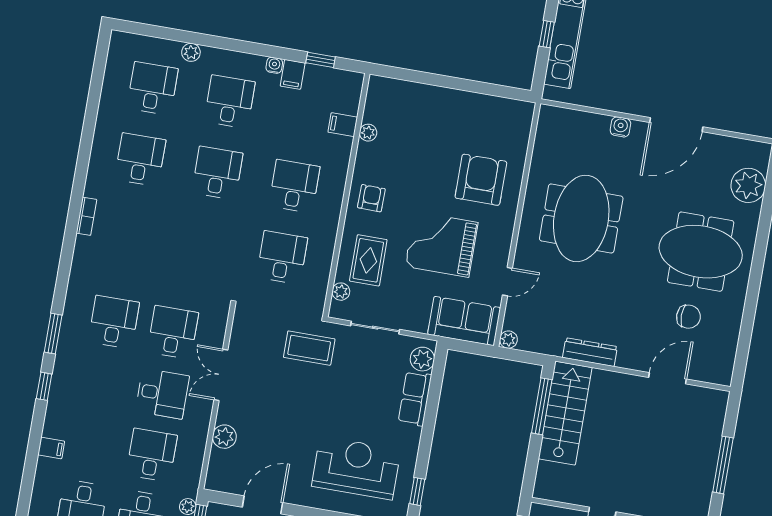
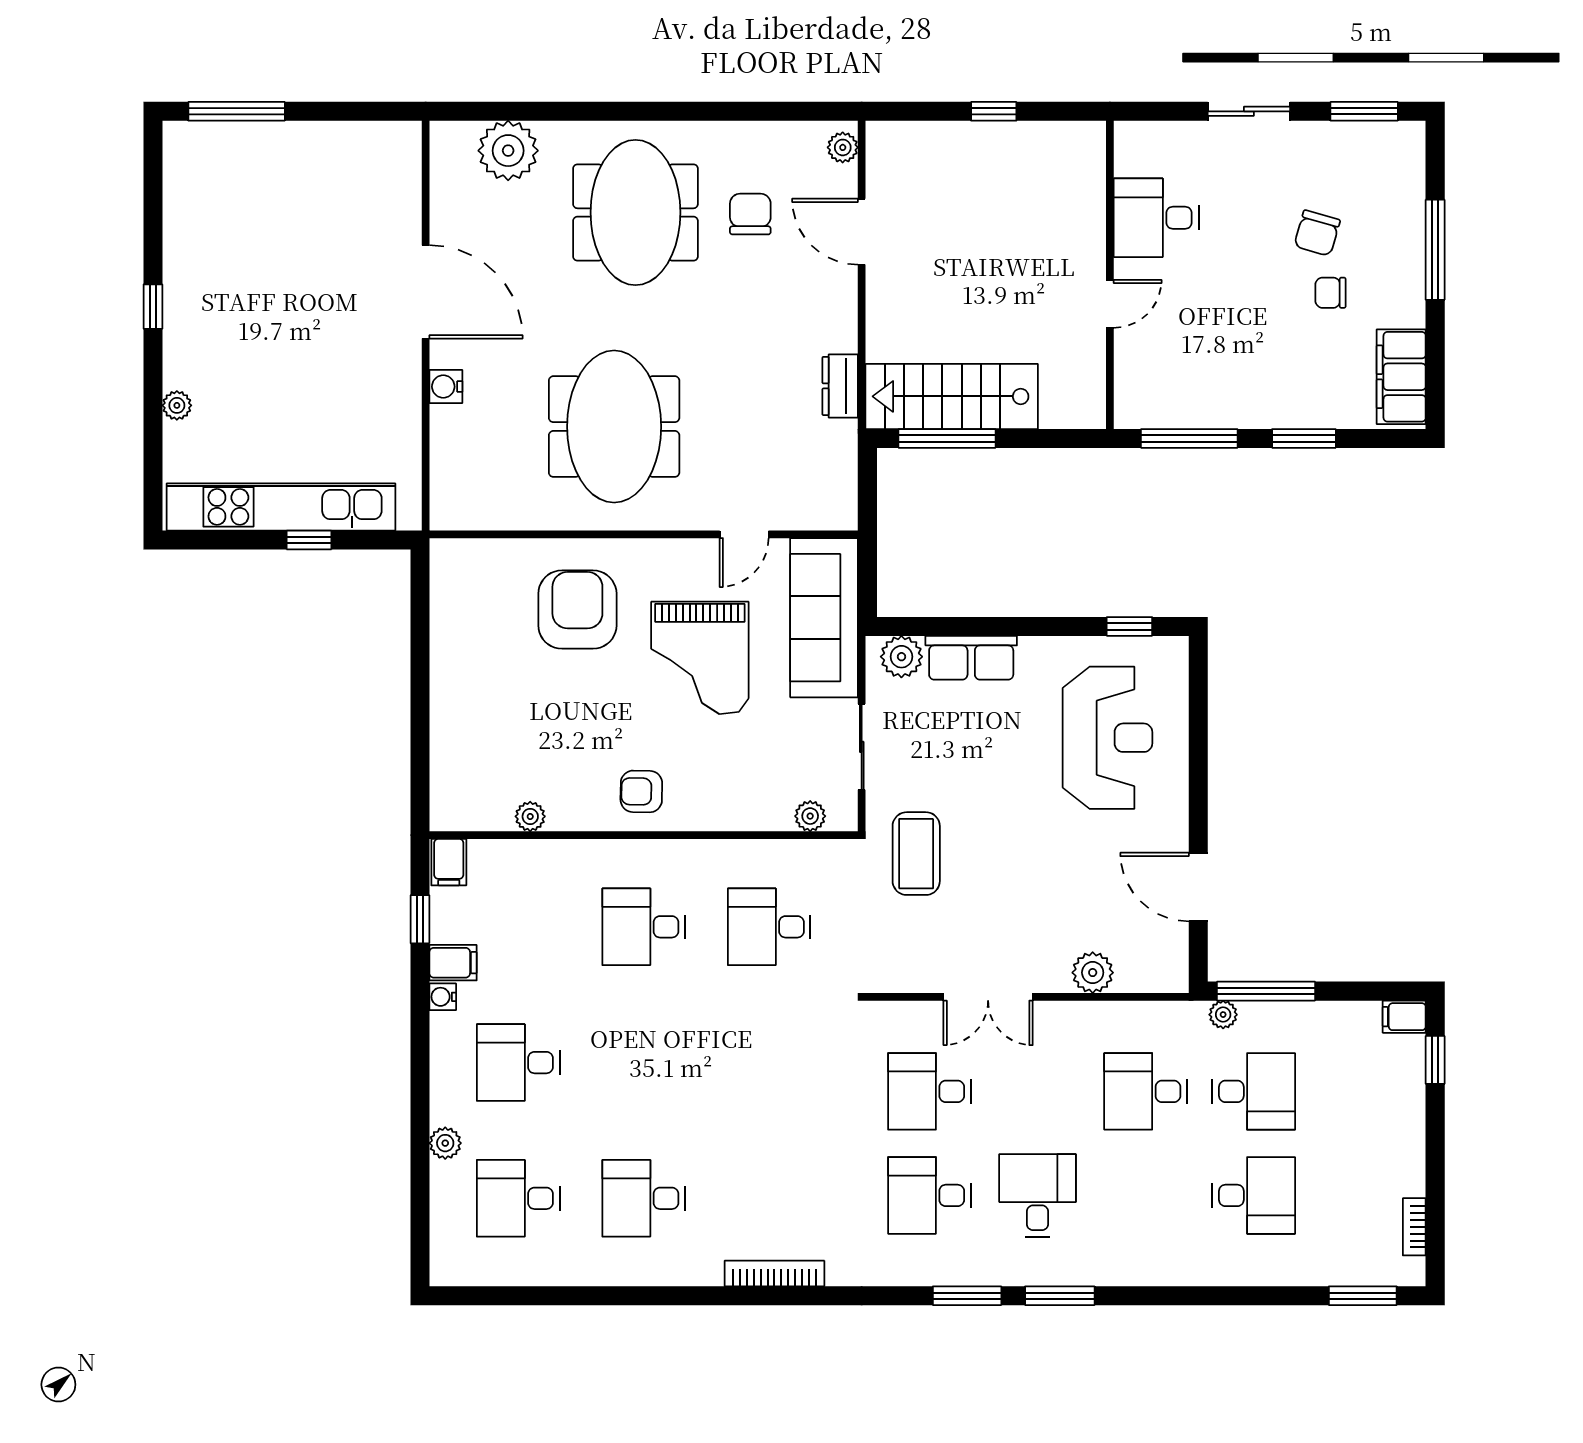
filing cabinet: (343, 125) -> (449, 862), moved
desk: (217, 173) -> (644, 1063), removed
armchair: (481, 180) -> (577, 610), turned 90
bookcase: (86, 216) -> (774, 1274), width x1.56
meeting table: (581, 218) -> (614, 427), turned 90
rug: (368, 260) -> (749, 778), removed
door: (507, 282) -> (744, 534), swing flipped
sofa: (464, 321) -> (824, 618), width x1.36
plant: (508, 340) -> (843, 147), moved
dresser: (590, 352) -> (840, 386), width x0.70
window: (44, 386) -> (1060, 1296), width x1.50
desk: (162, 394) -> (1037, 1195), moved
filing cabinet: (51, 448) -> (1163, 1265), removed
window: (723, 465) -> (994, 111), width x0.46
reception desk: (356, 468) -> (1107, 738), turned 180

